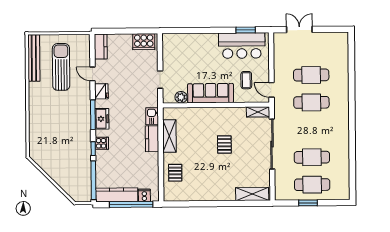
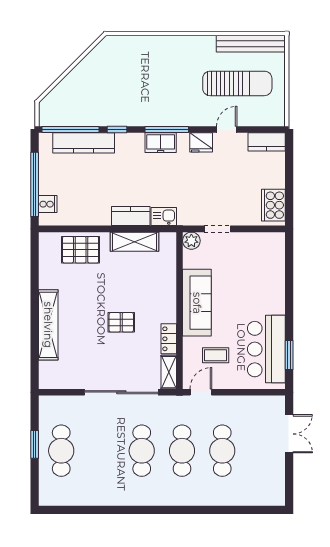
plant: (181, 97) -> (191, 241), moved
locker: (235, 112) -> (169, 339), added
cooker: (102, 143) -> (125, 142), removed
cafe table: (312, 157) -> (142, 451), moved
pallet: (175, 173) -> (81, 250), width x1.50, depth x1.42
shelving: (252, 194) -> (48, 325), moved, width x1.47
kitchen counter: (117, 195) -> (84, 143), moved, turned 90

